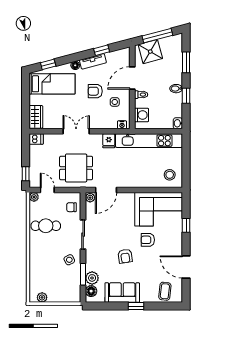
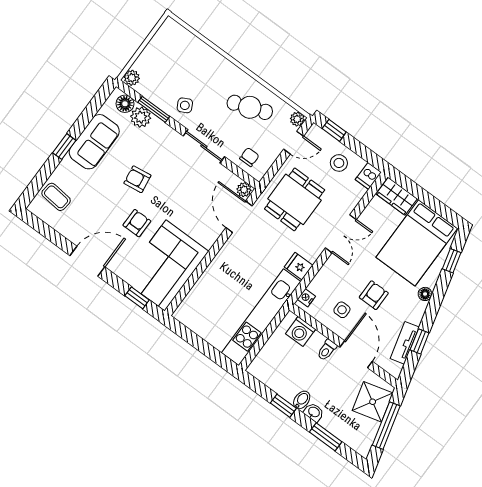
tv unit: (93, 61) -> (405, 343), moved
bed: (52, 84) -> (417, 243), width x1.50
washbasin: (178, 123) -> (314, 412), moved
stool: (170, 175) -> (339, 163), moved
window: (186, 225) -> (137, 298), moved
cafe table: (46, 226) -> (250, 107), turned 70
door: (186, 267) -> (87, 261), moved
plant: (42, 297) -> (132, 78), moved

